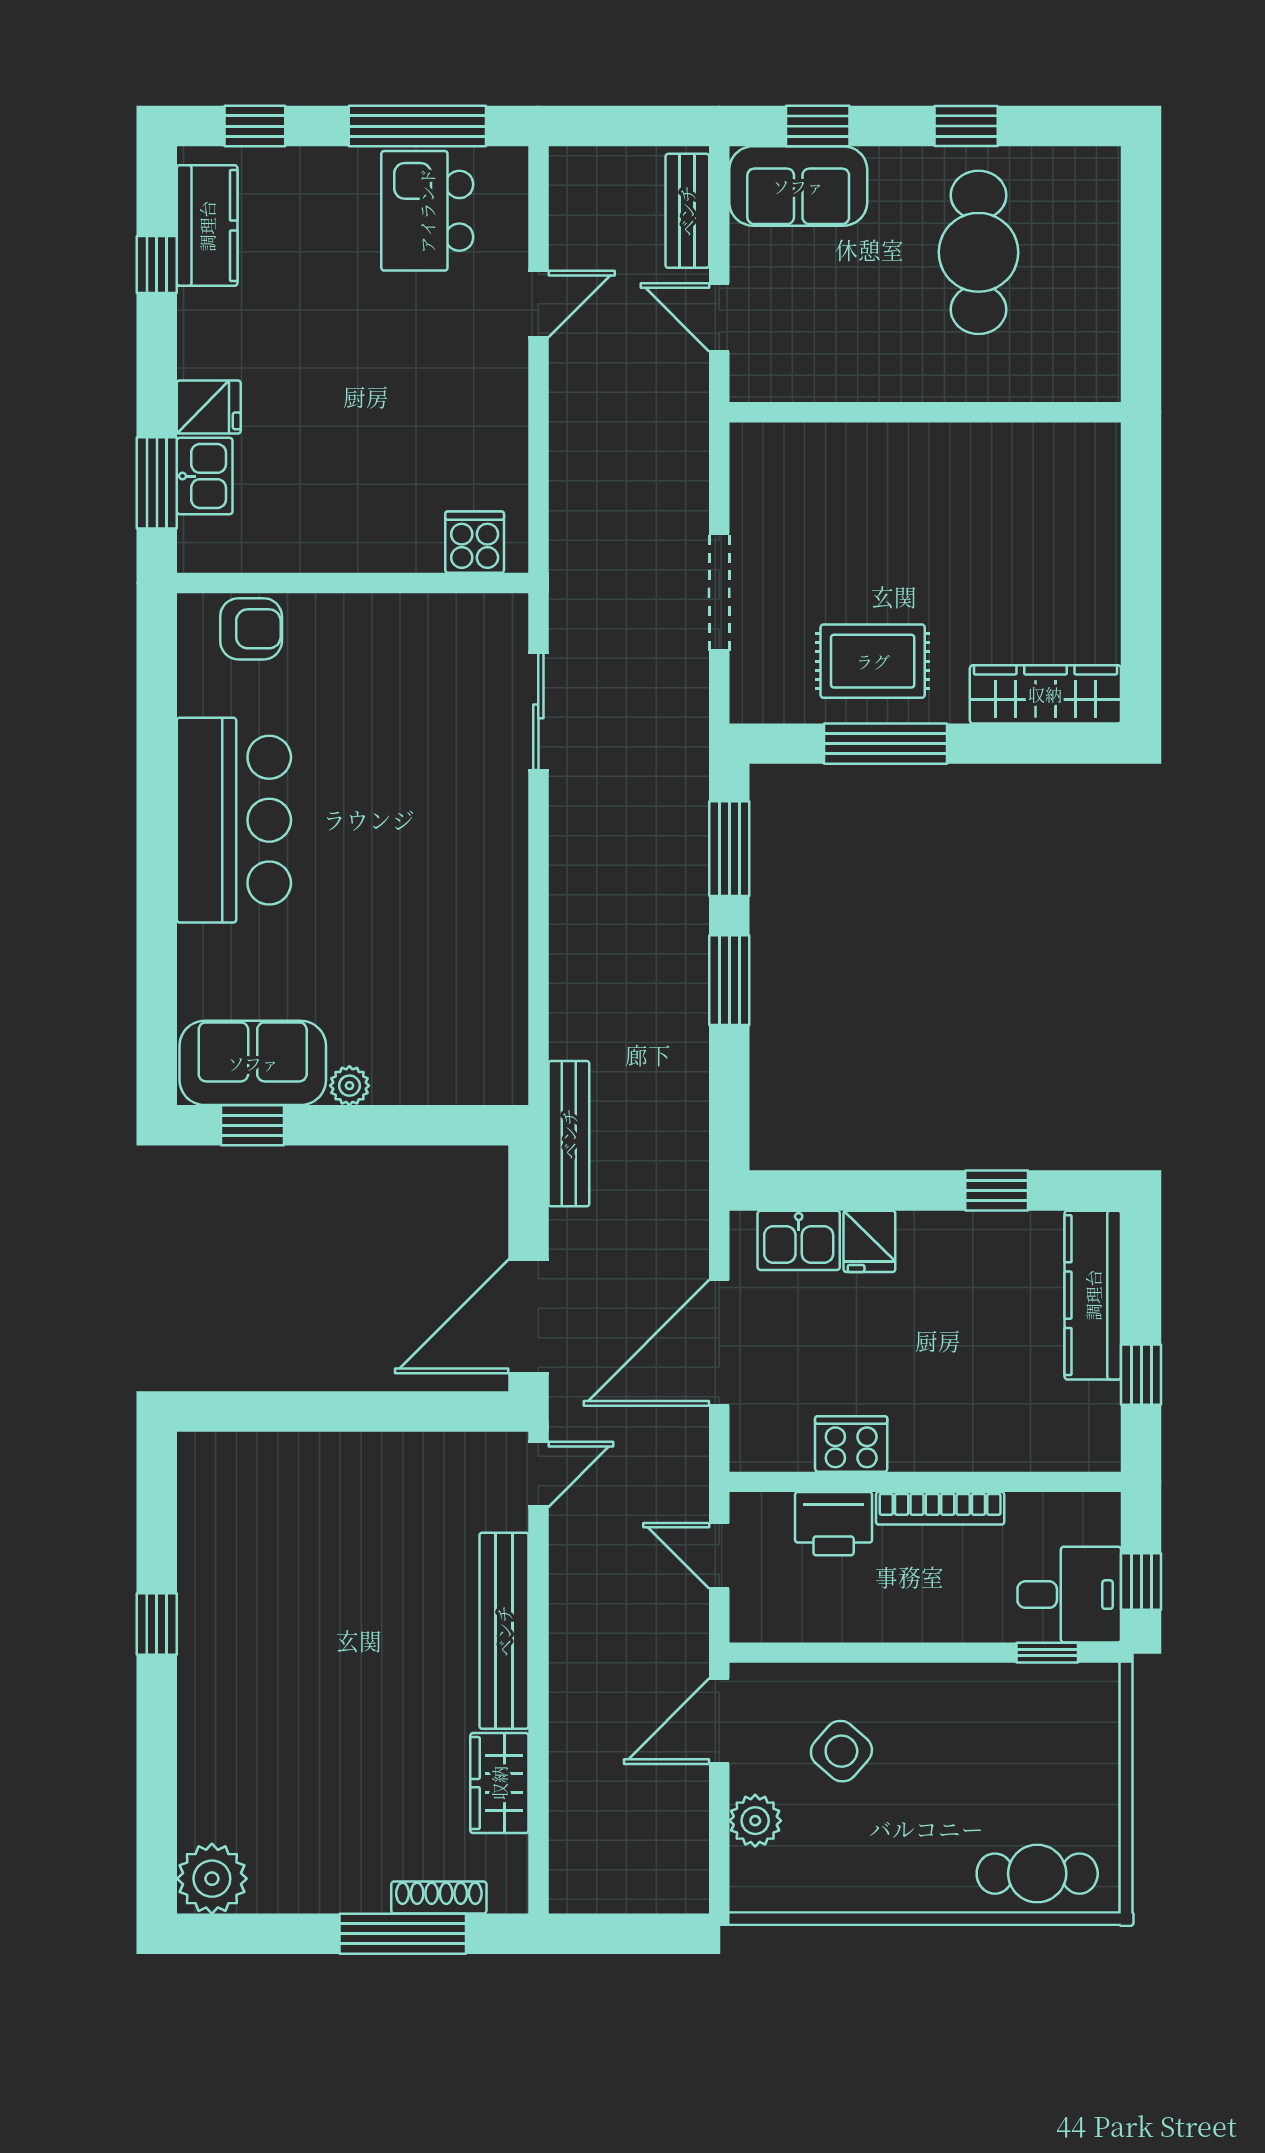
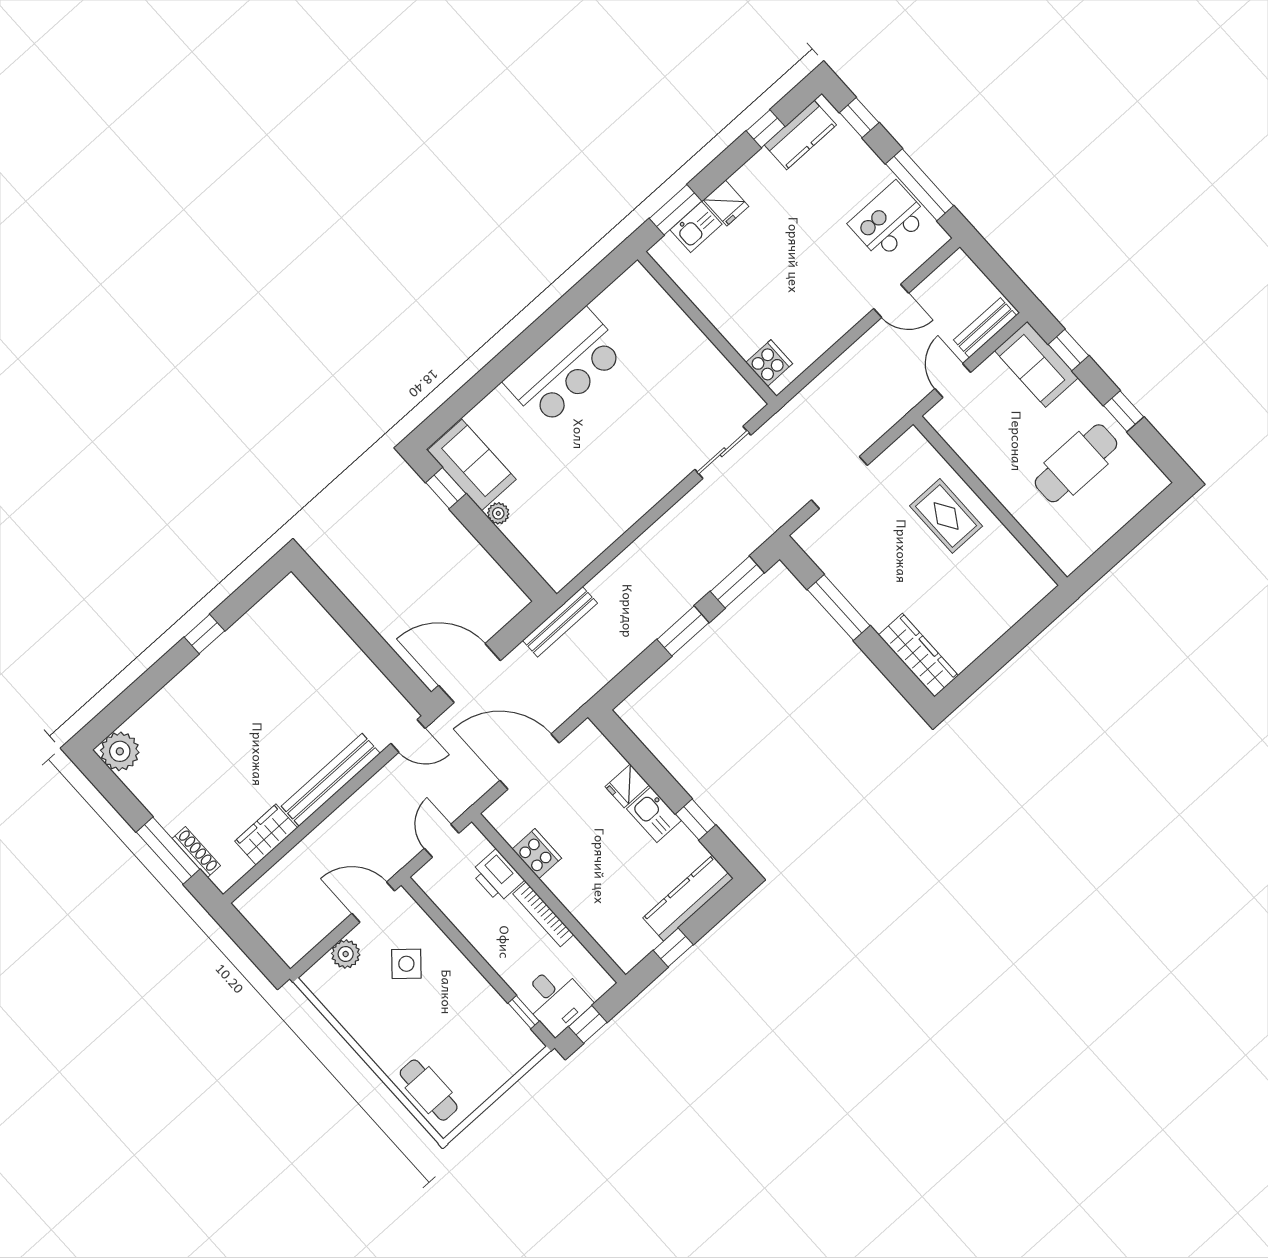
armchair: (251, 629) -> (650, 303), removed
rug: (873, 661) -> (946, 516), moved
kitchen sink: (799, 1240) -> (654, 815), moved

